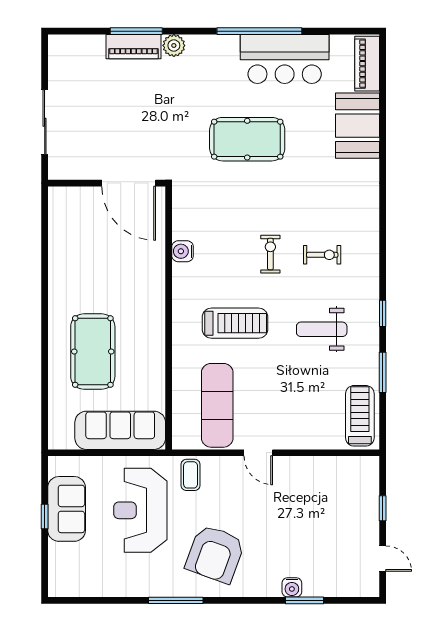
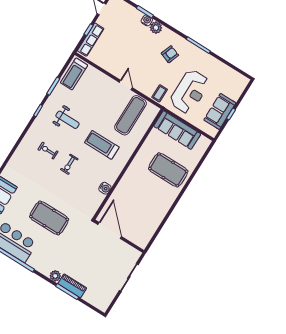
pool table: (93, 352) -> (168, 170), turned 90
row of seats: (368, 493) -> (91, 40), added
armchair: (215, 554) -> (170, 54), width x0.53, depth x0.53
plant: (268, 585) -> (156, 28), added

